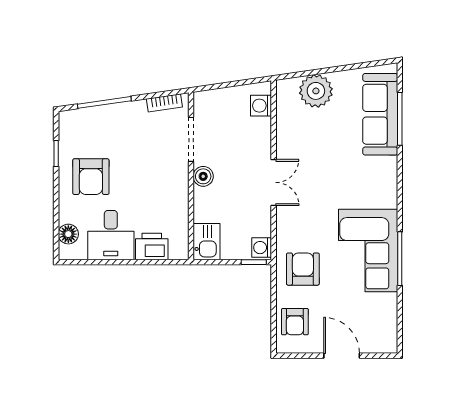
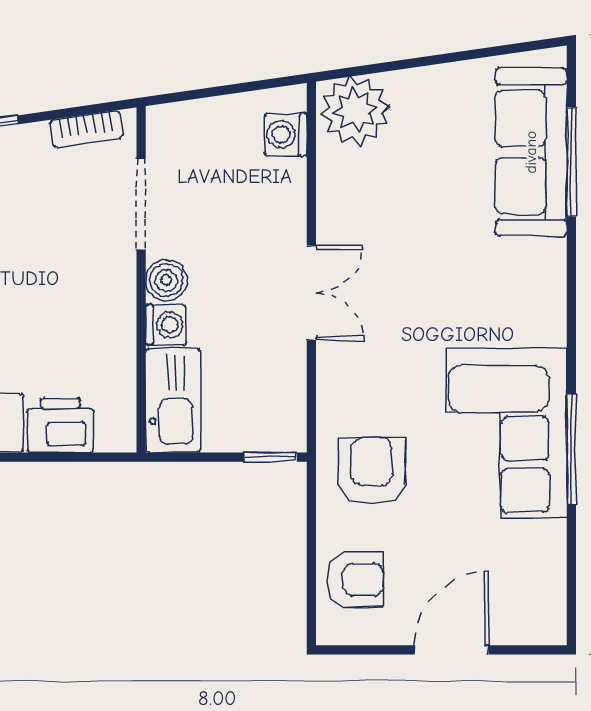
plant: (316, 91) -> (355, 110), moved
kitchen sink: (206, 242) -> (173, 401), width x1.38
washing machine: (262, 248) -> (166, 325), moved, turned 180
armchair: (295, 322) -> (355, 580), turned -90
door: (342, 356) -> (452, 650), hinge flipped

